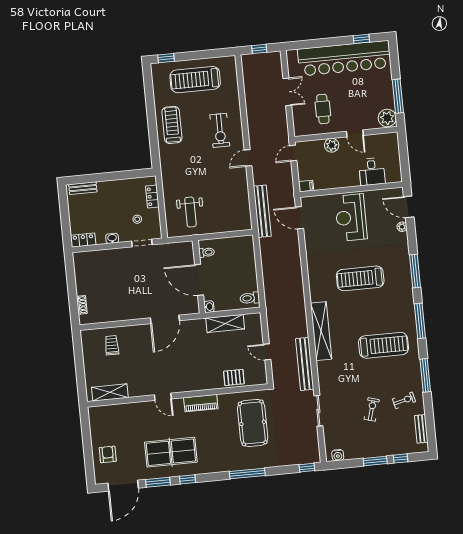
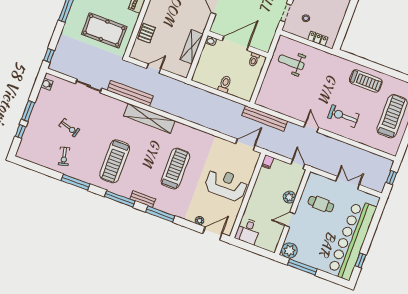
double door: (287, 92) -> (348, 183), swing flipped
desk: (372, 172) -> (248, 231), moved, turned -90
toilet: (250, 298) -> (225, 84), moved
bench: (421, 429) -> (143, 199), moved

